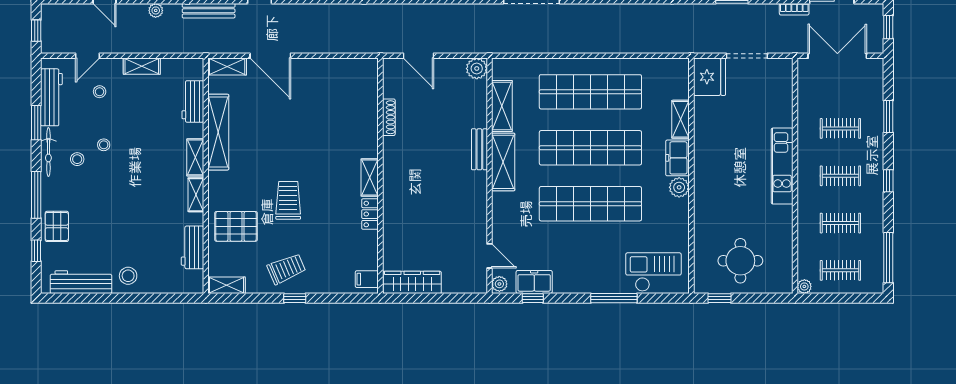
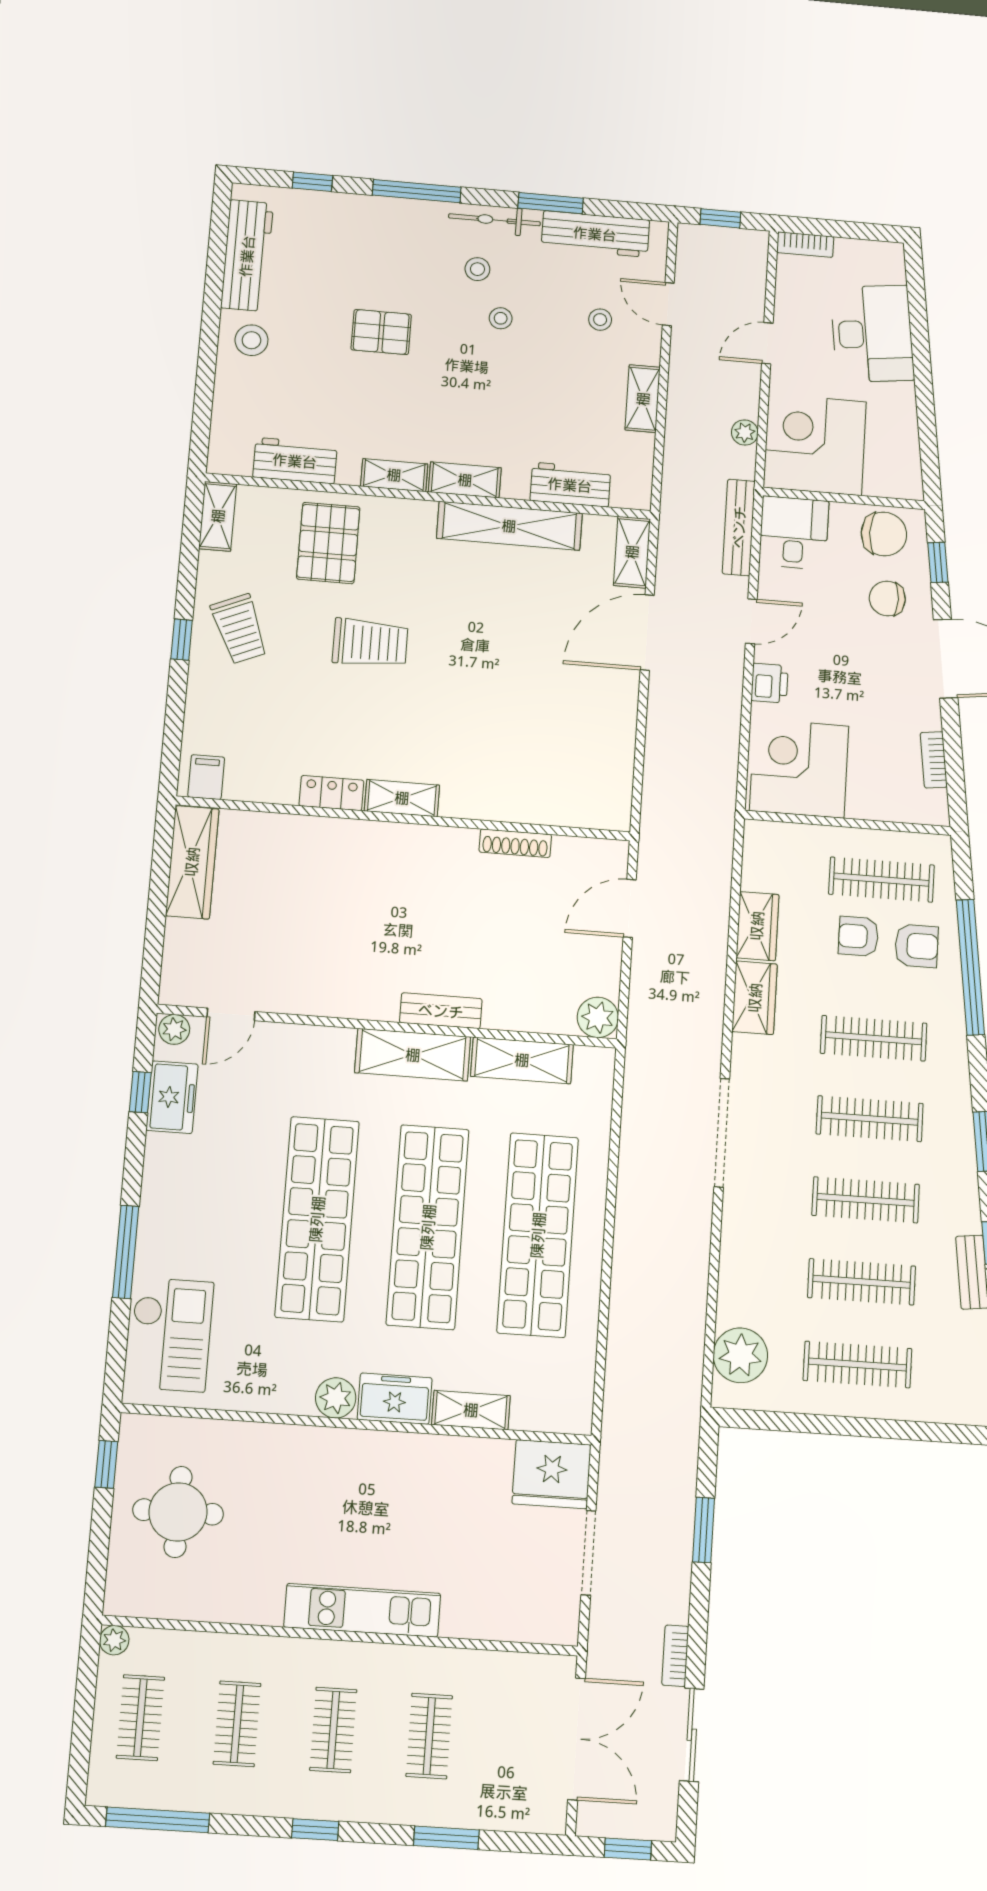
pallet: (57, 226) -> (381, 332), moved

